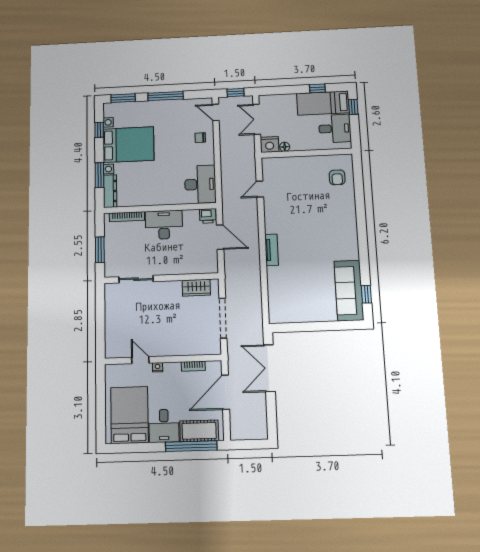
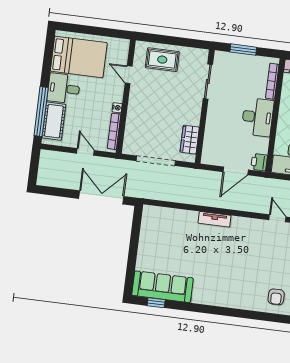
armchair: (337, 177) -> (276, 297), turned -90
rug: (121, 328) -> (162, 60), added
door: (140, 360) -> (129, 75), swing flipped
bookcase: (193, 366) -> (114, 131), width x1.56
nightstand: (158, 367) -> (117, 108), moved
door: (226, 392) -> (85, 152), width x0.53

